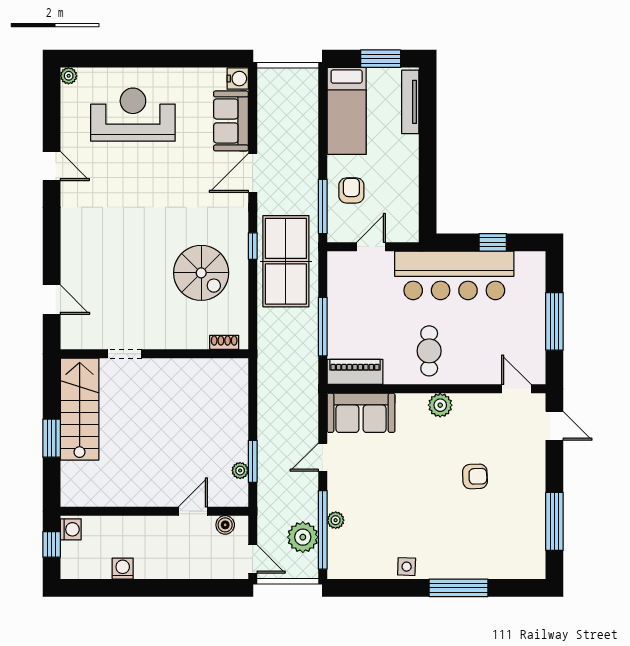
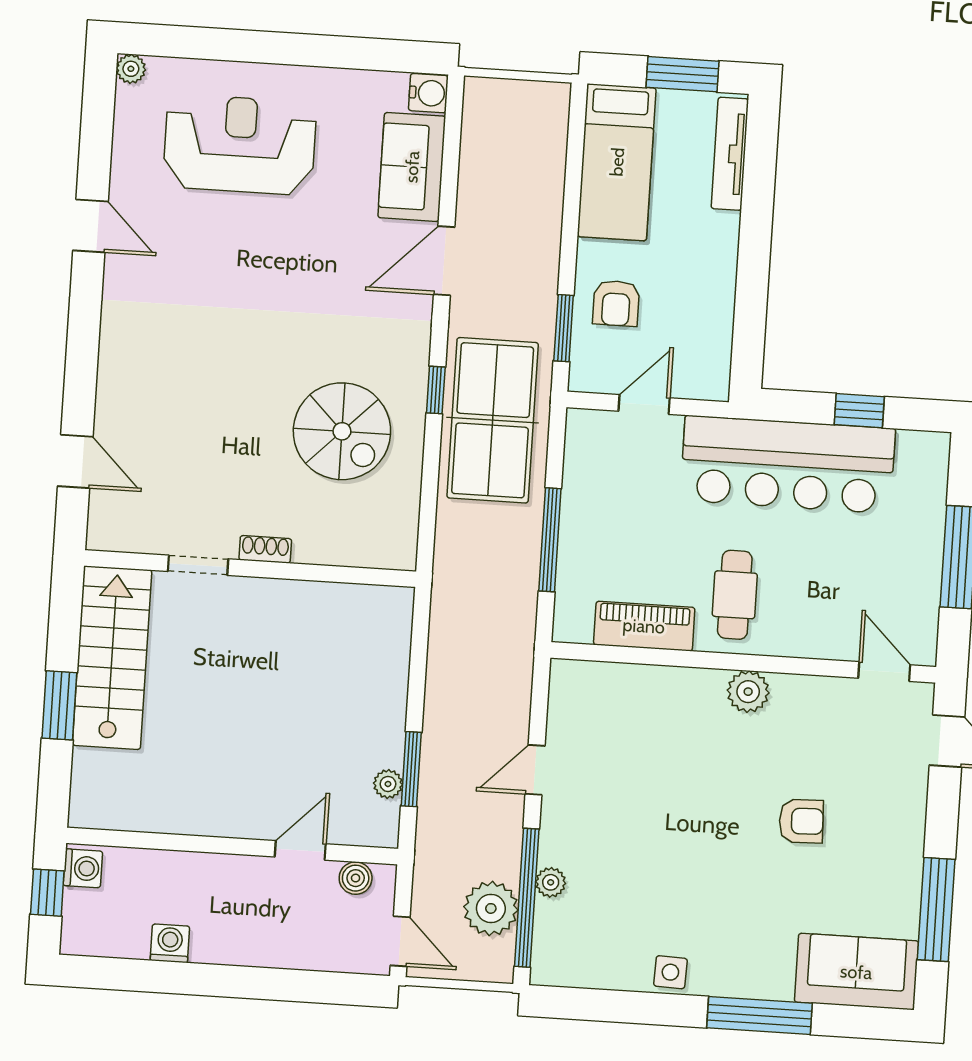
armchair: (351, 190) -> (616, 303), turned 180
window: (323, 206) -> (564, 328), width x0.69
shoe rack: (224, 342) -> (265, 549), moved
piano: (355, 372) -> (644, 626), moved
sofa: (361, 413) -> (856, 972), moved, turned 180

